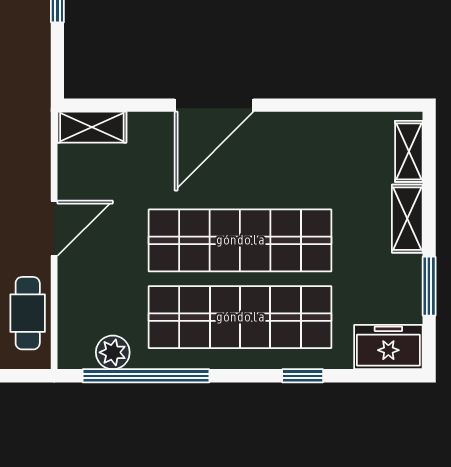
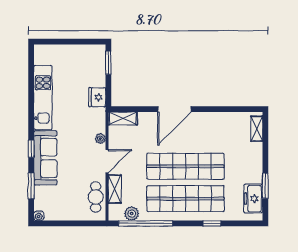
fridge: (31, 77) -> (97, 97), added
plant: (39, 175) -> (100, 139), added
shelving: (407, 219) -> (115, 189), moved
freezer: (388, 347) -> (253, 199), moved, turned -90

